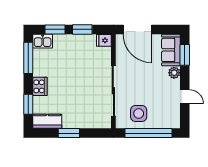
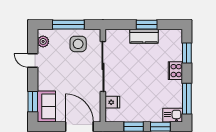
fridge: (104, 40) -> (112, 102), moved
plant: (174, 73) -> (43, 41), moved
kitchen counter: (47, 121) -> (144, 36), moved
window: (149, 133) -> (68, 25), width x0.68

